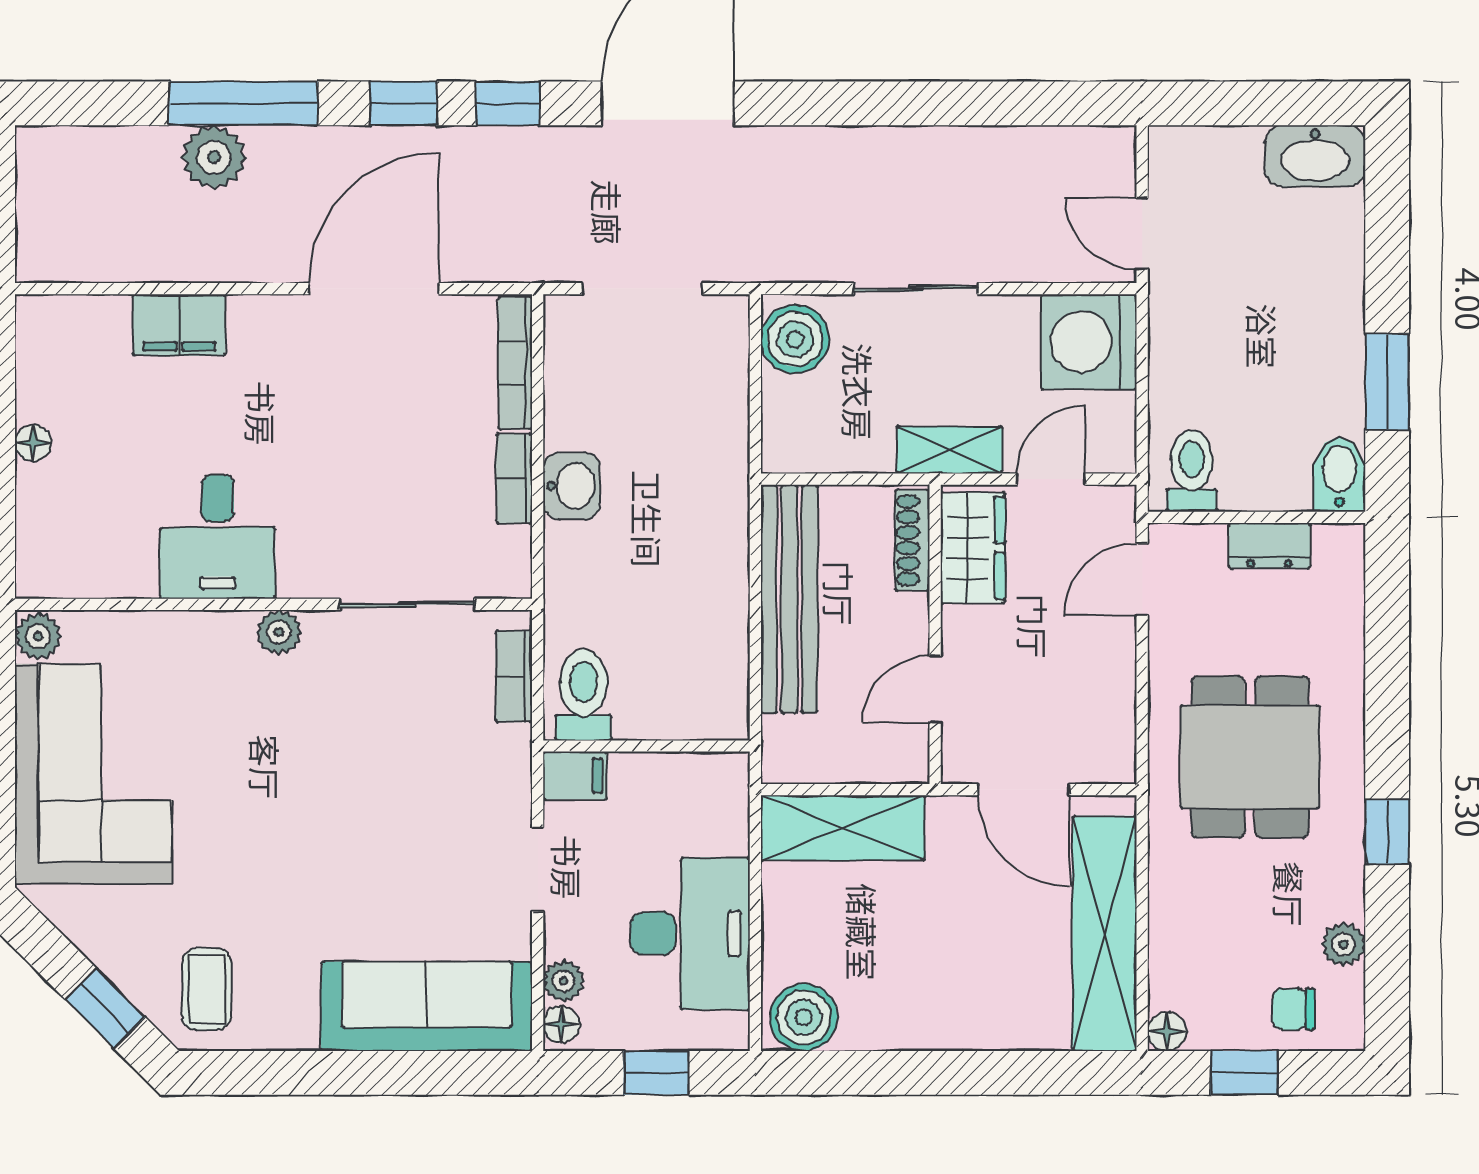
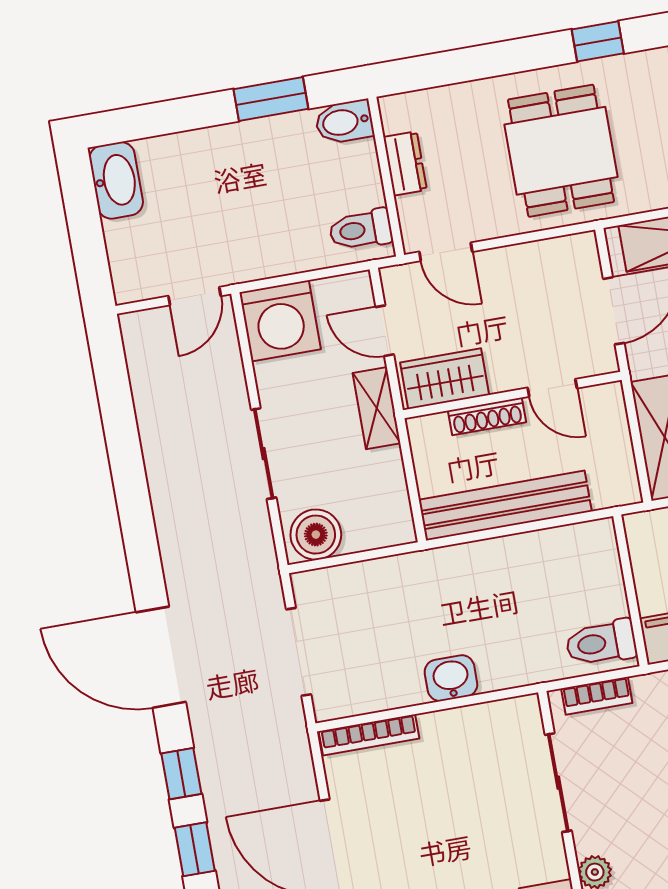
bookcase: (514, 479) -> (453, 721), removed
shoe rack: (912, 540) -> (487, 416), moved
dining table: (1250, 757) -> (561, 151), turned 90

